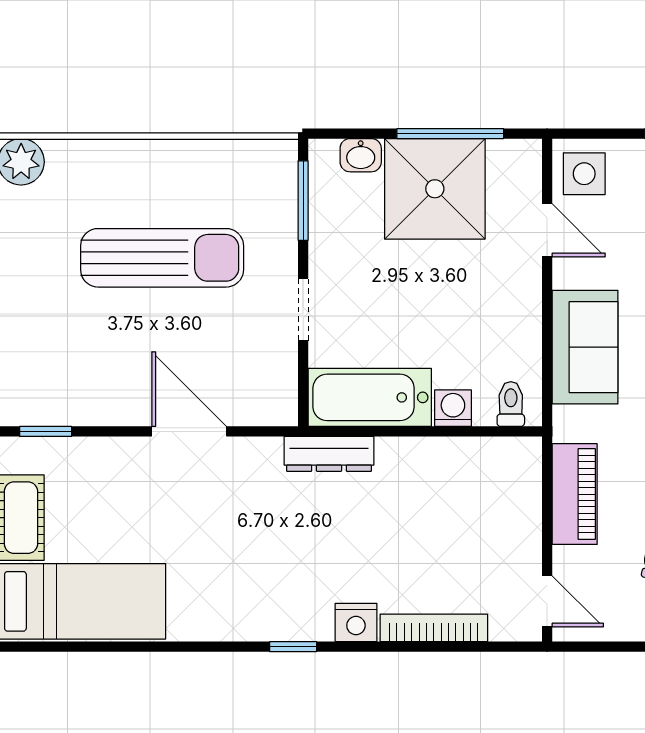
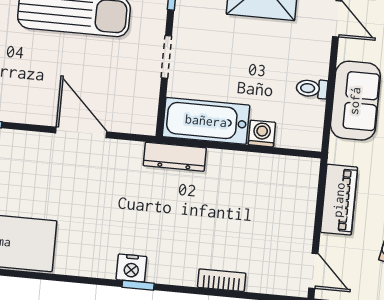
toilet: (511, 404) -> (312, 89), moved, turned -90
nightstand: (356, 622) -> (131, 268), moved
bookcase: (434, 628) -> (222, 280), width x0.64

